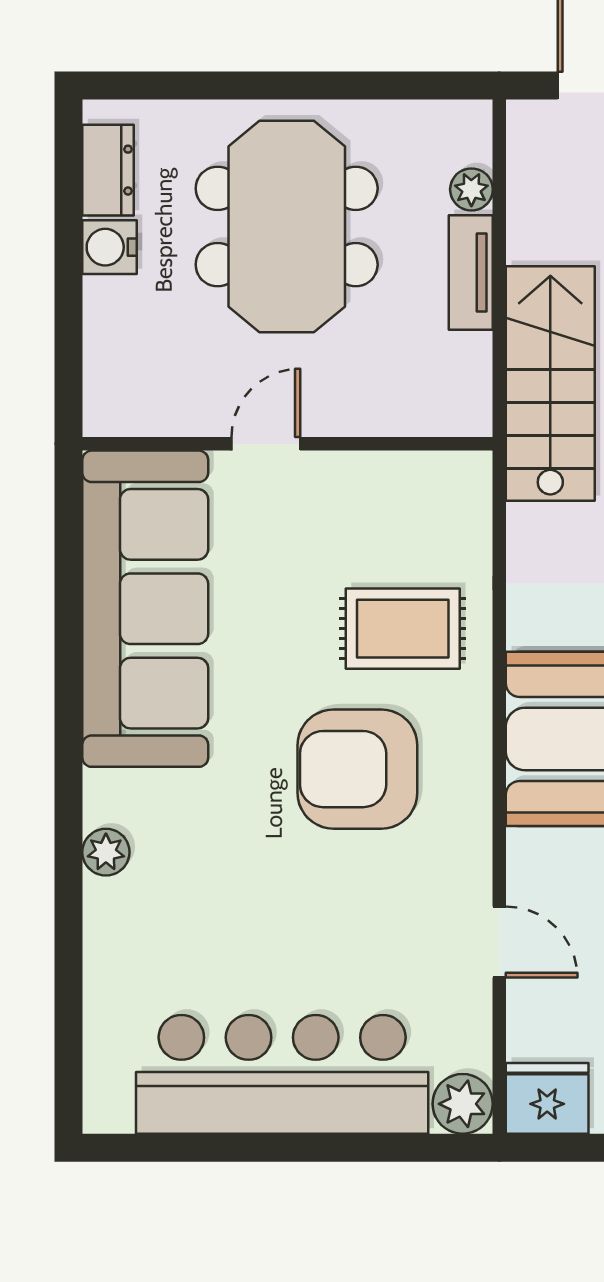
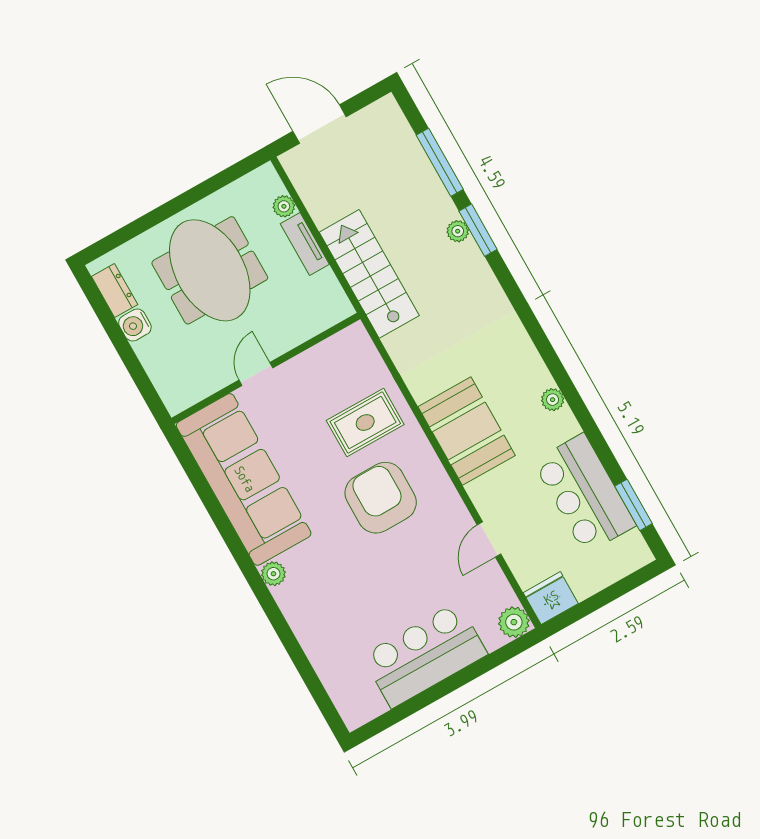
armchair: (357, 769) -> (381, 498), turned 90
plant: (106, 852) -> (273, 574), moved
door: (499, 942) -> (489, 540), swing flipped
bar counter: (282, 1074) -> (425, 655), width x0.73

